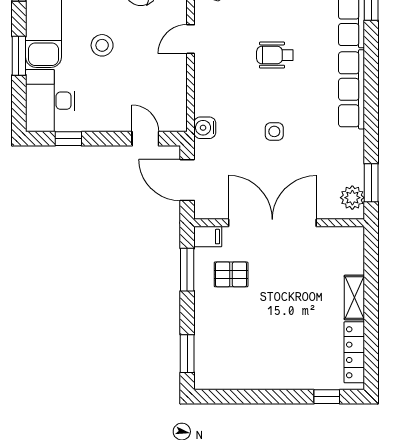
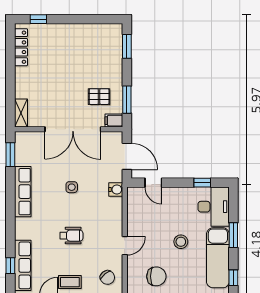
row of seats: (352, 89) -> (23, 192), moved
plant: (352, 198) -> (22, 145), removed
shelving: (354, 297) -> (21, 113), moved

